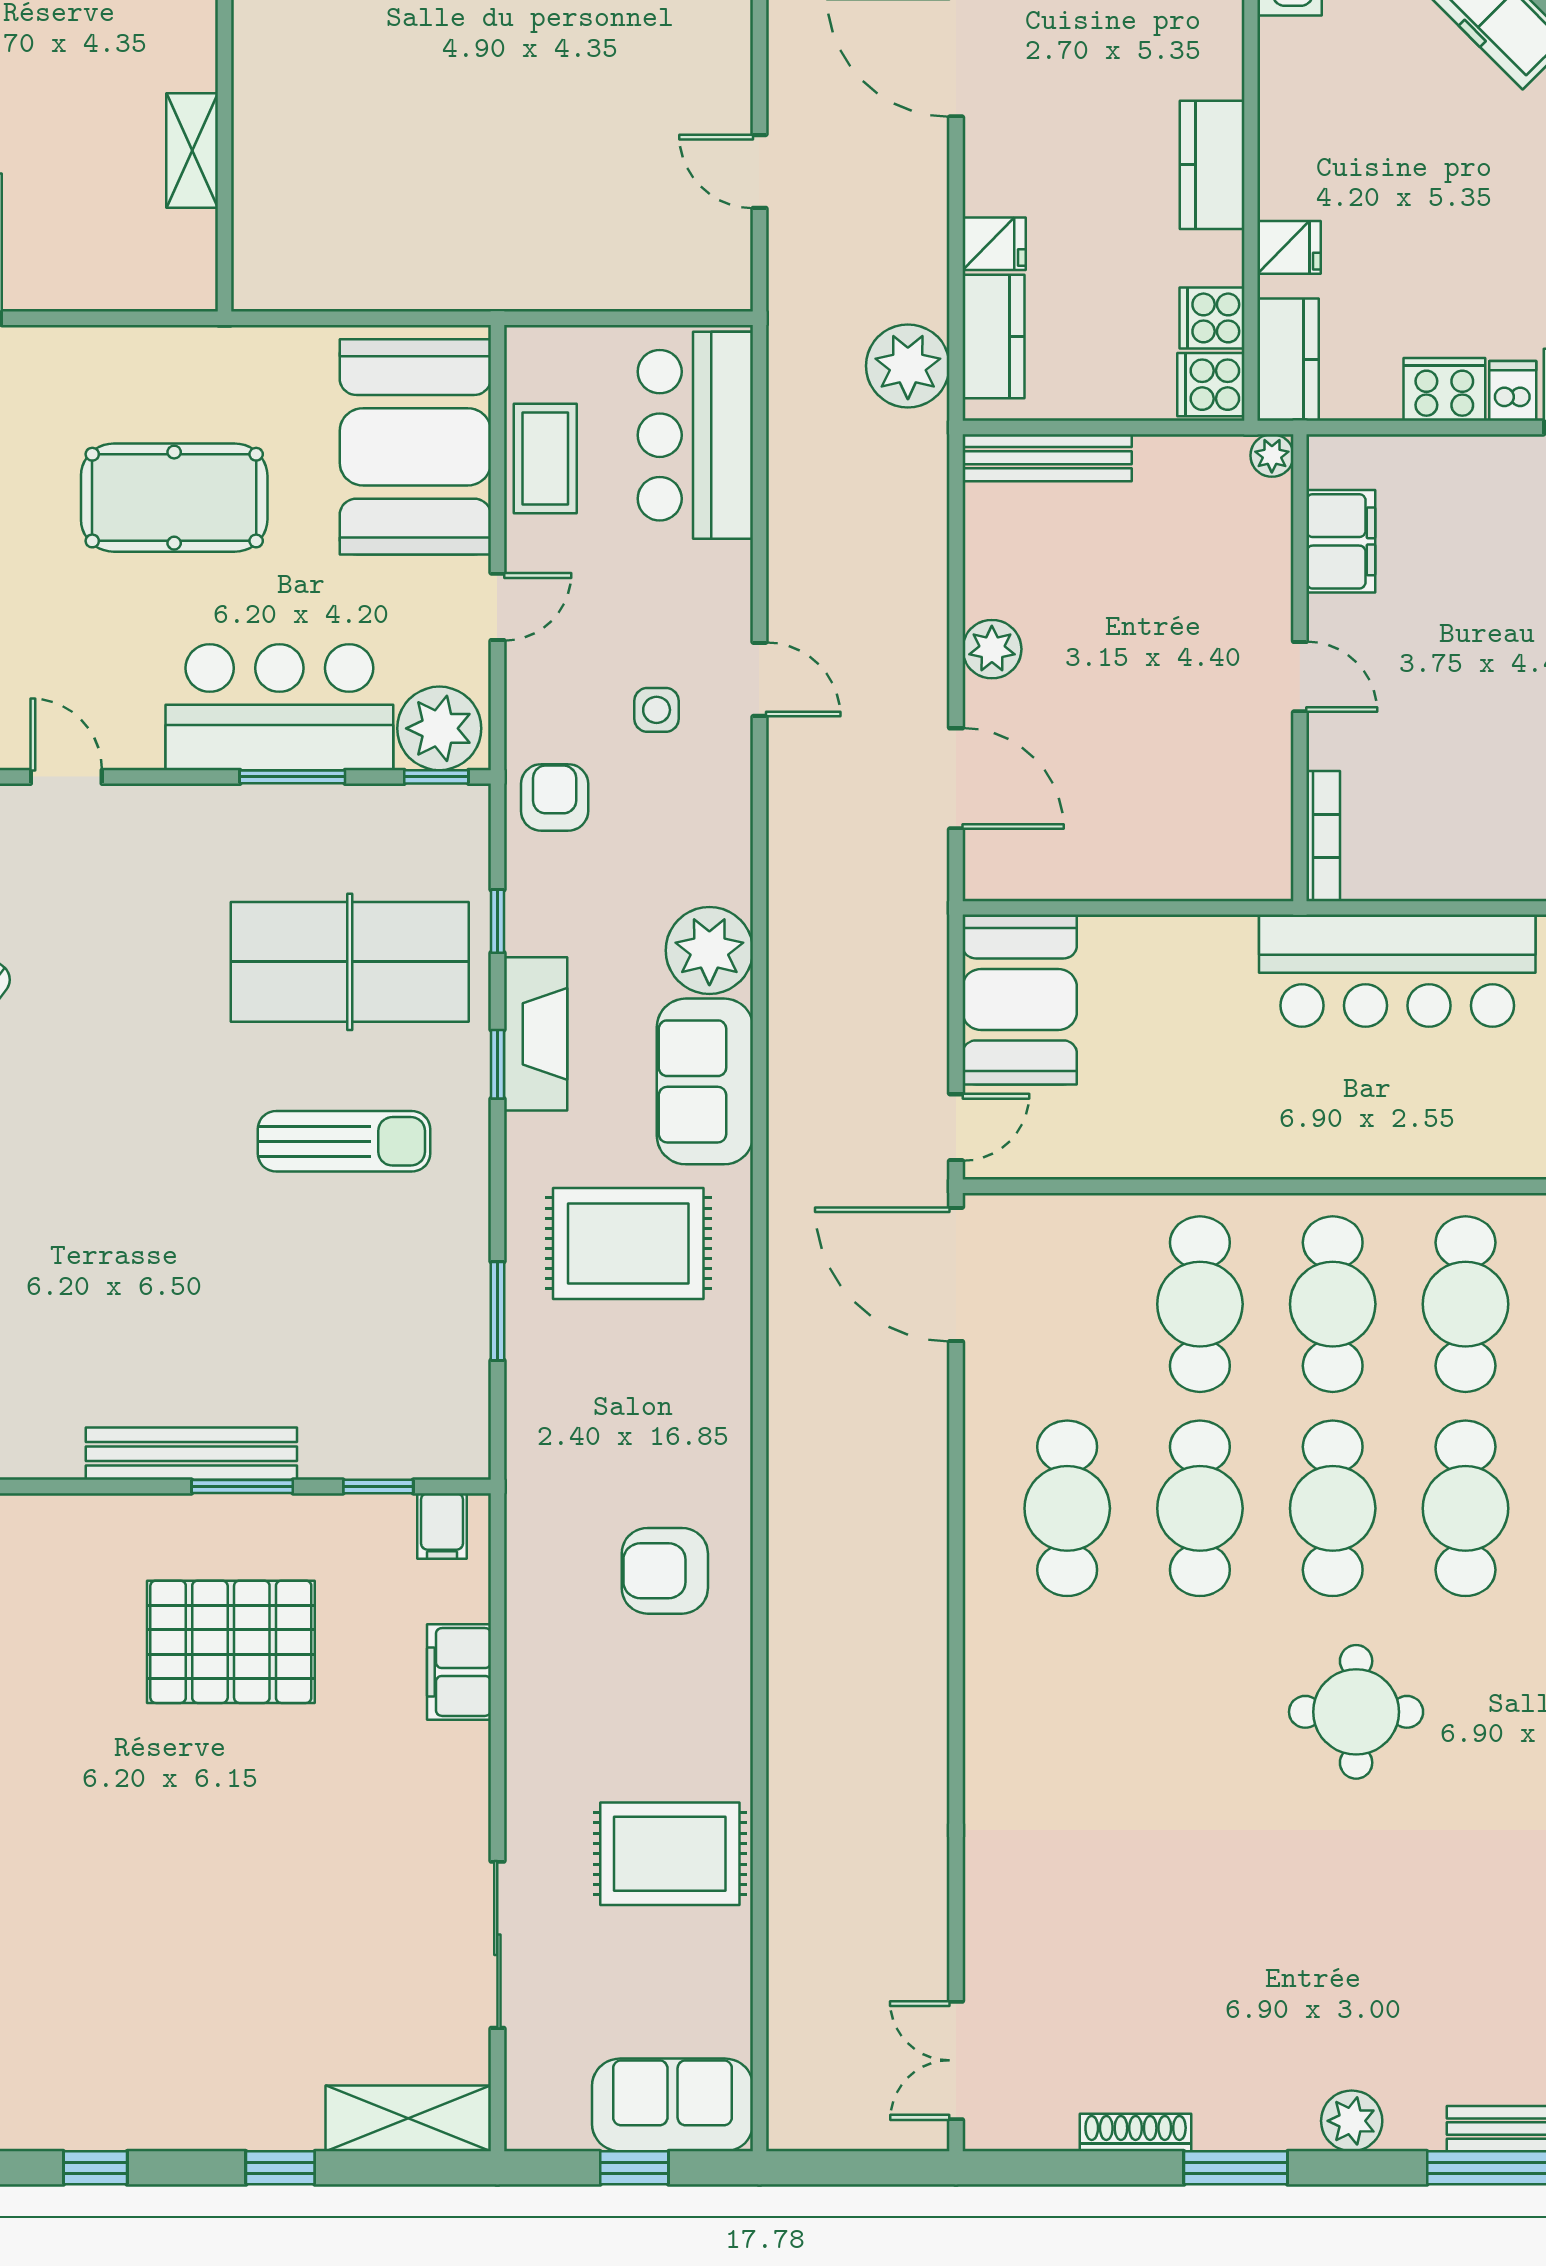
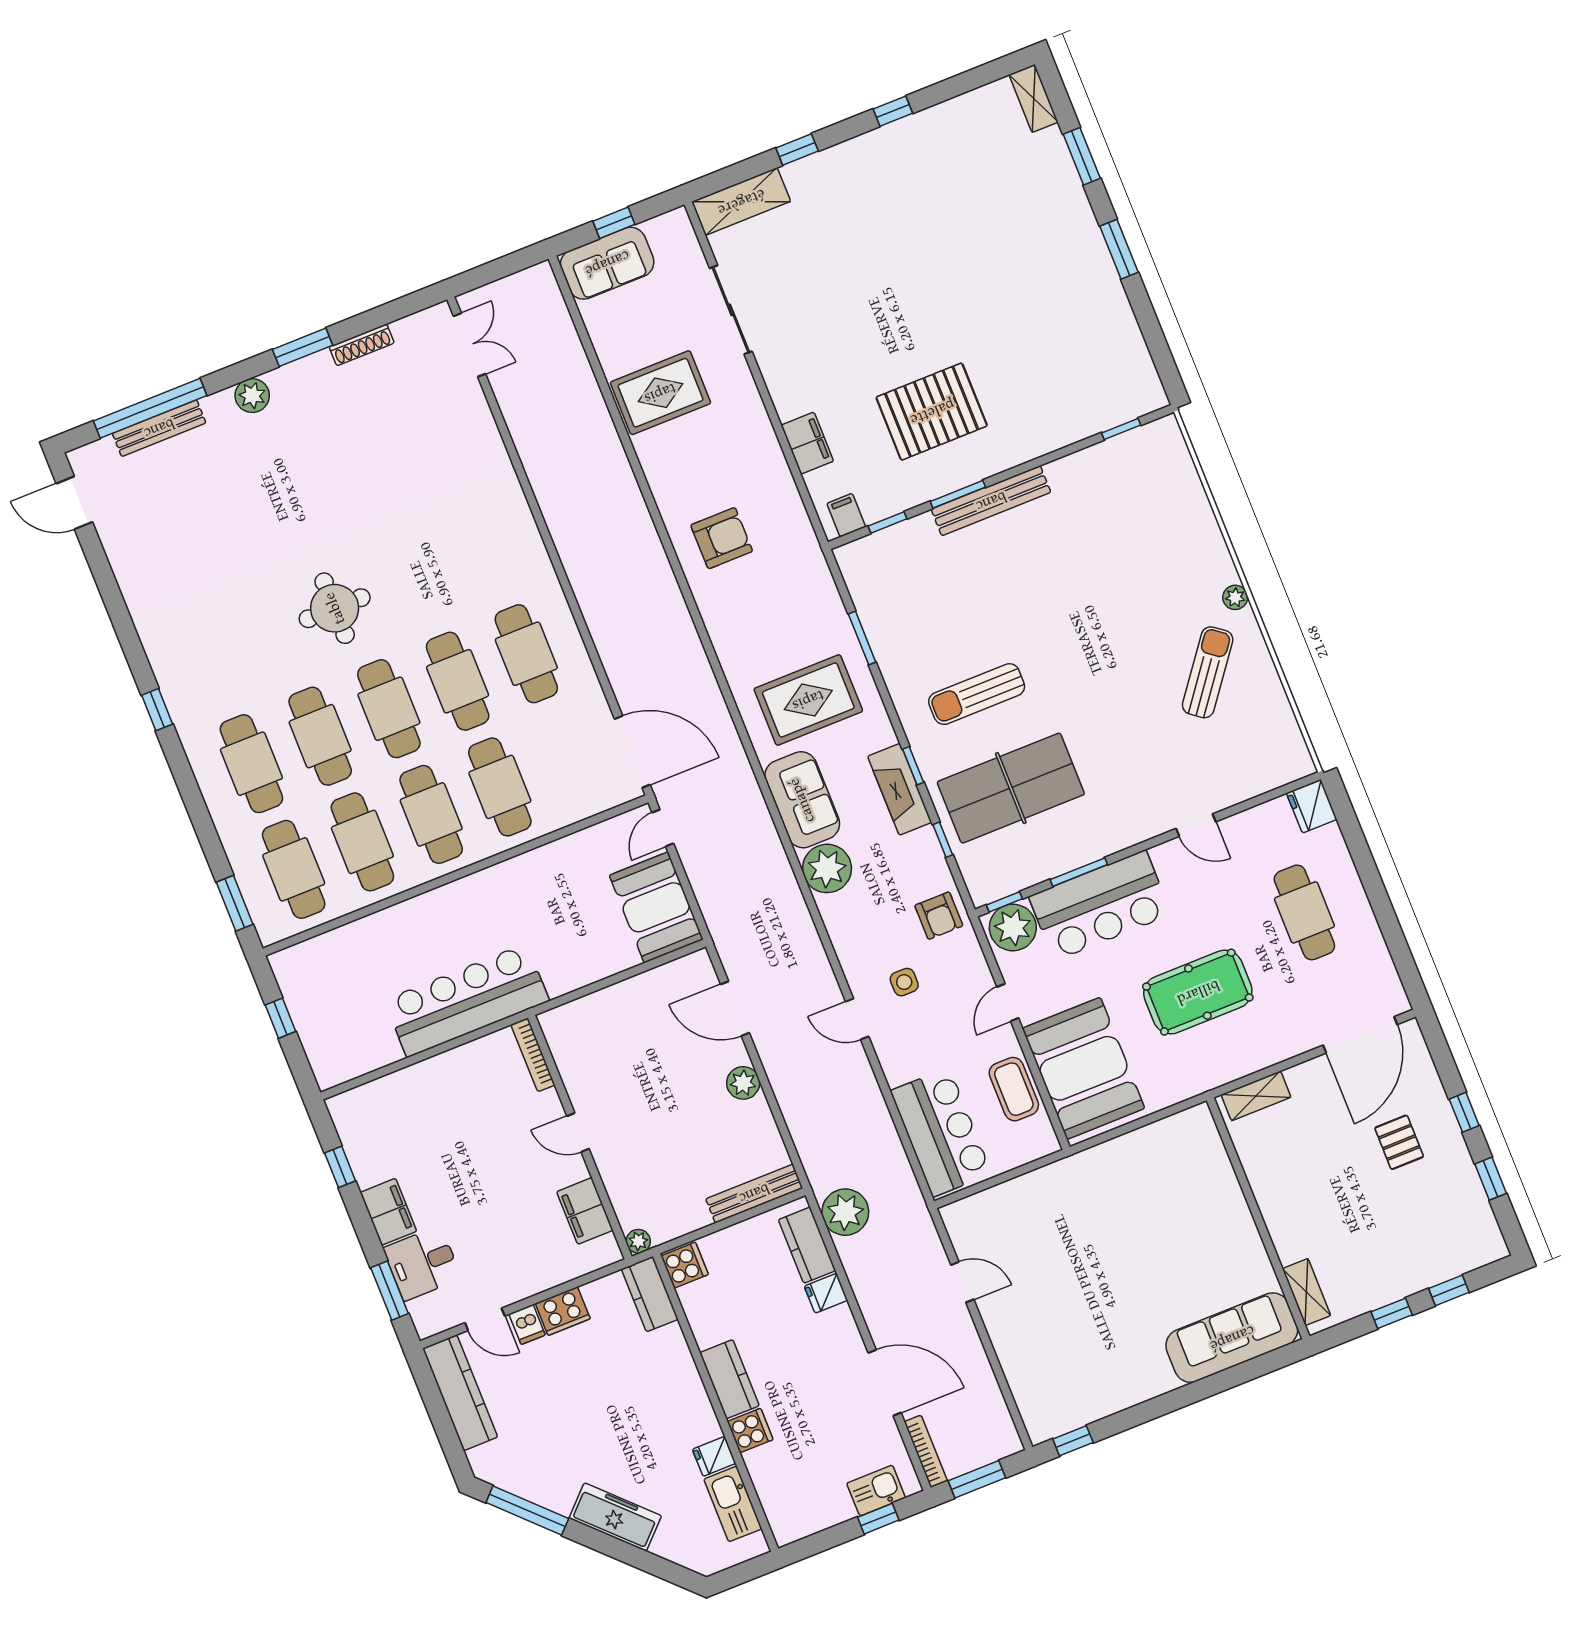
shelving: (192, 151) -> (1256, 1096), moved, turned 90
fridge: (1289, 247) -> (714, 1456), moved
cooker: (1212, 318) -> (750, 1431), moved

